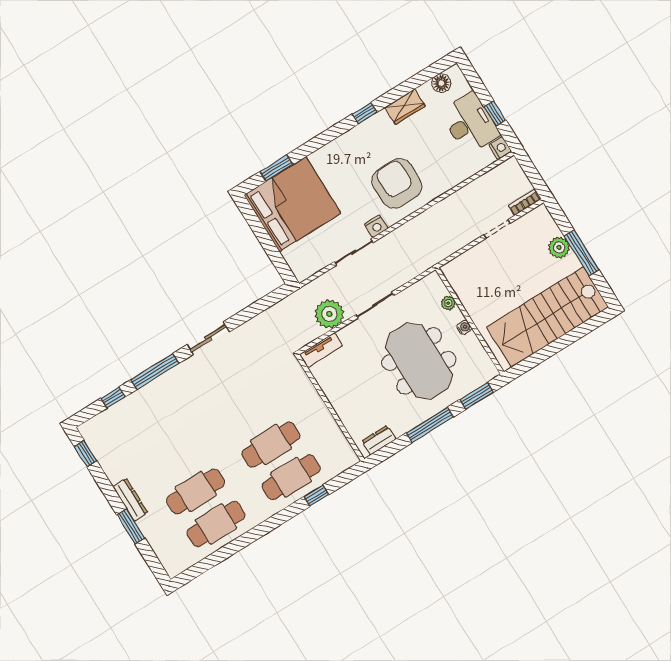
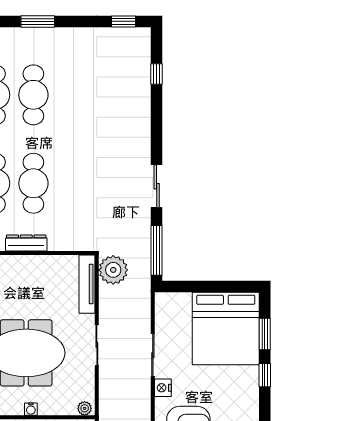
window: (312, 146) -> (265, 375), added
plant: (448, 303) -> (85, 408), moved
plant: (329, 314) -> (113, 270), moved
tv unit: (321, 350) -> (87, 284), width x1.41
window: (155, 371) -> (157, 250), moved
dresser: (130, 500) -> (26, 243), moved, turned 180

